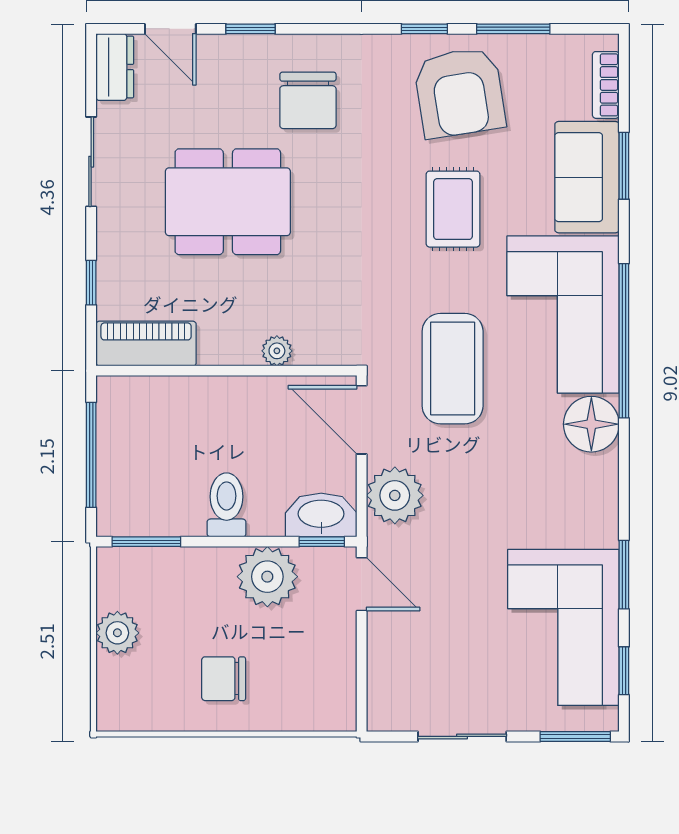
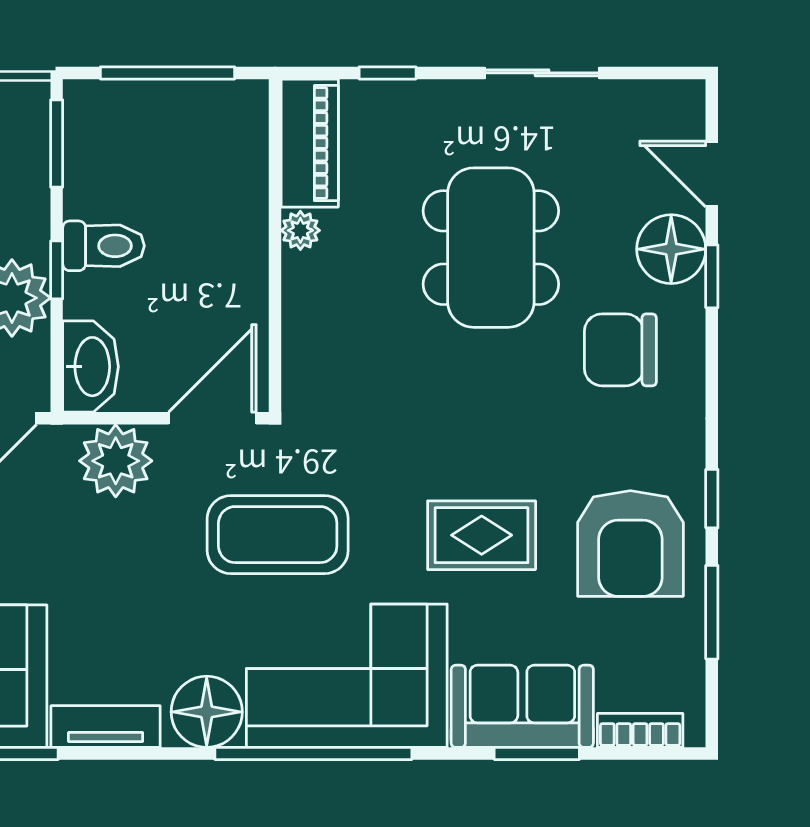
door: (170, 29) -> (712, 174), hinge flipped
floor lamp: (229, 61) -> (671, 249), added
dresser: (115, 67) -> (663, 103), removed
armchair: (460, 92) -> (630, 543), turned -81
plant: (277, 351) -> (300, 230), moved
tv unit: (603, 503) -> (106, 727), added
window: (322, 542) -> (57, 270), moved

